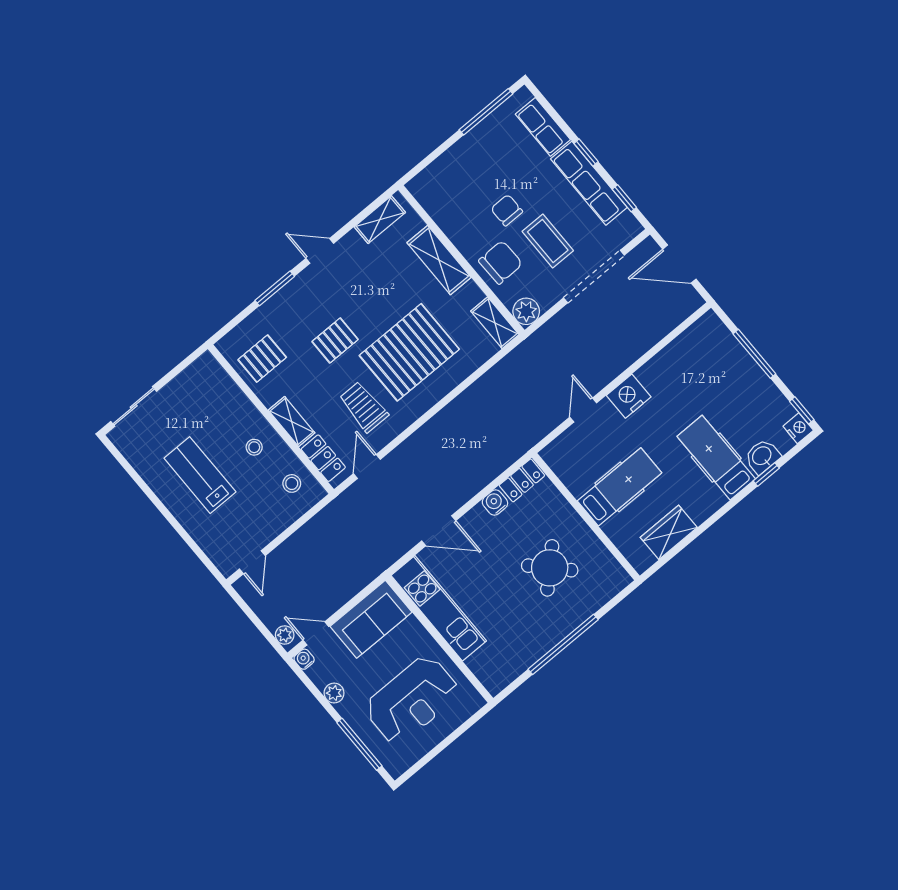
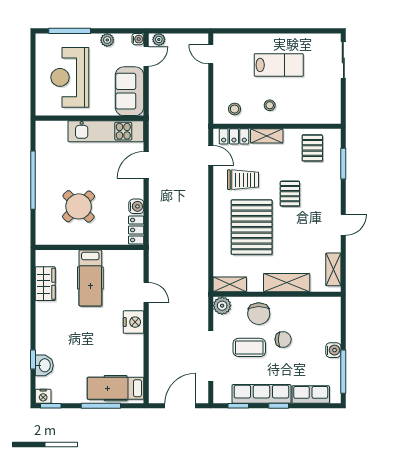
water cooler: (471, 143) -> (333, 350), added
window: (275, 288) -> (343, 164), moved
hospital bed: (716, 458) -> (116, 388), moved, turned 180

